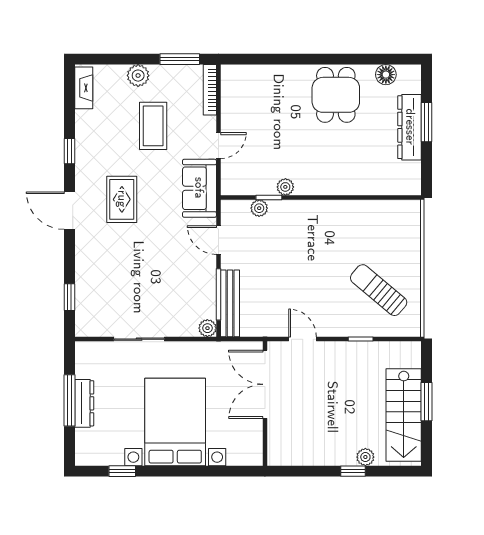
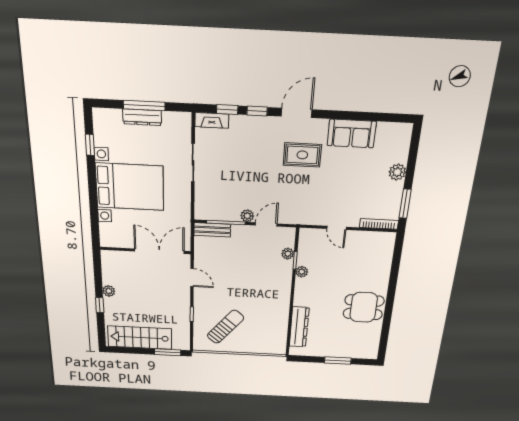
floor lamp: (386, 75) -> (373, 338), removed
fireplace: (84, 88) -> (212, 120), moved
coffee table: (153, 126) -> (357, 182), removed
dresser: (410, 127) -> (299, 327), moved, turned 90
window: (69, 151) -> (257, 111), moved
sofa: (199, 188) -> (352, 134), moved, turned 180
bench: (230, 303) -> (212, 230), width x0.73
plant: (207, 328) -> (247, 216), moved
door: (303, 339) -> (192, 278), hinge flipped
window: (427, 402) -> (168, 352), moved
plant: (365, 457) -> (109, 291), moved

